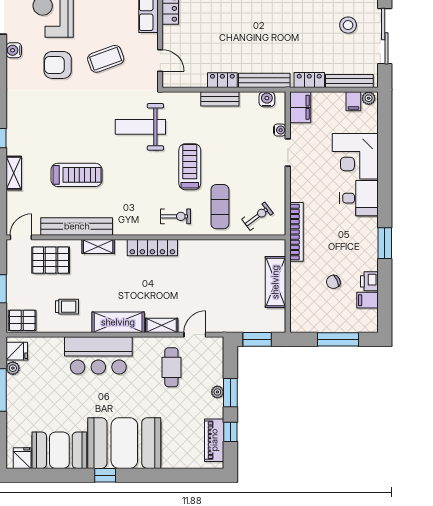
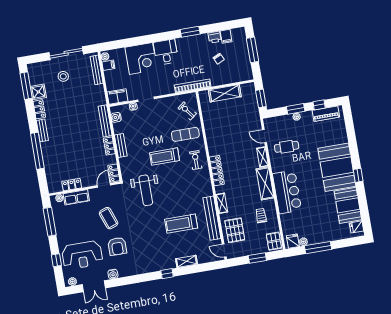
locker: (309, 80) -> (114, 173), moved
treadmill: (76, 175) -> (181, 224), turned -90

